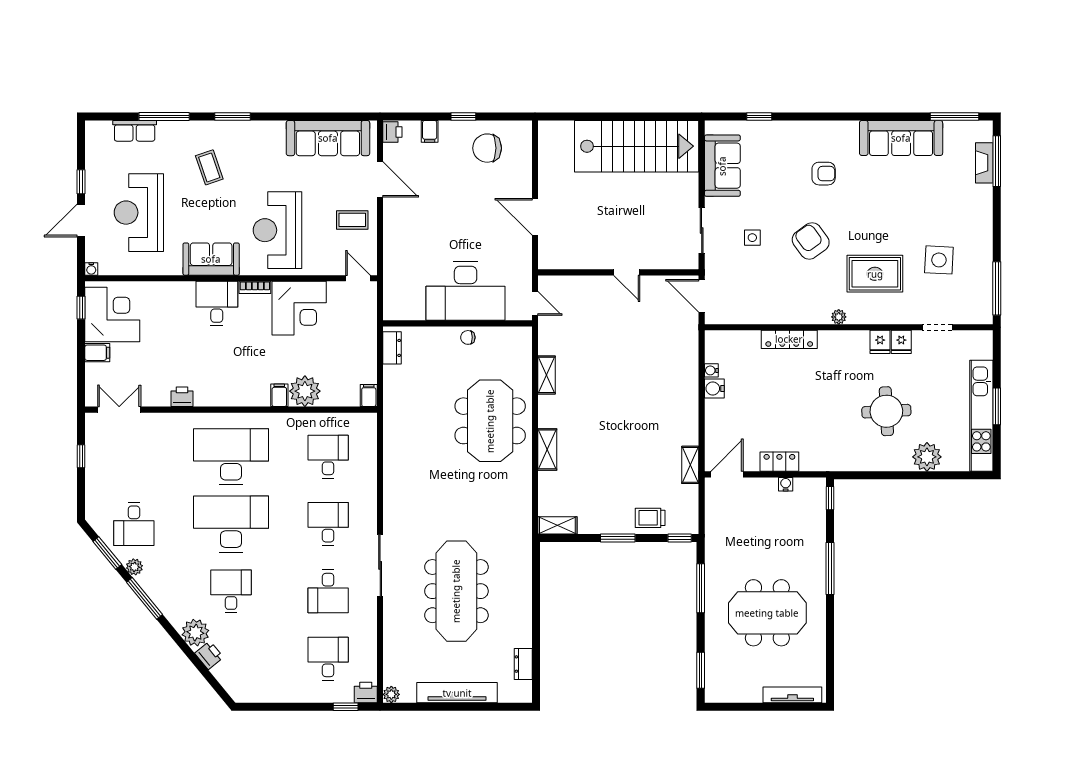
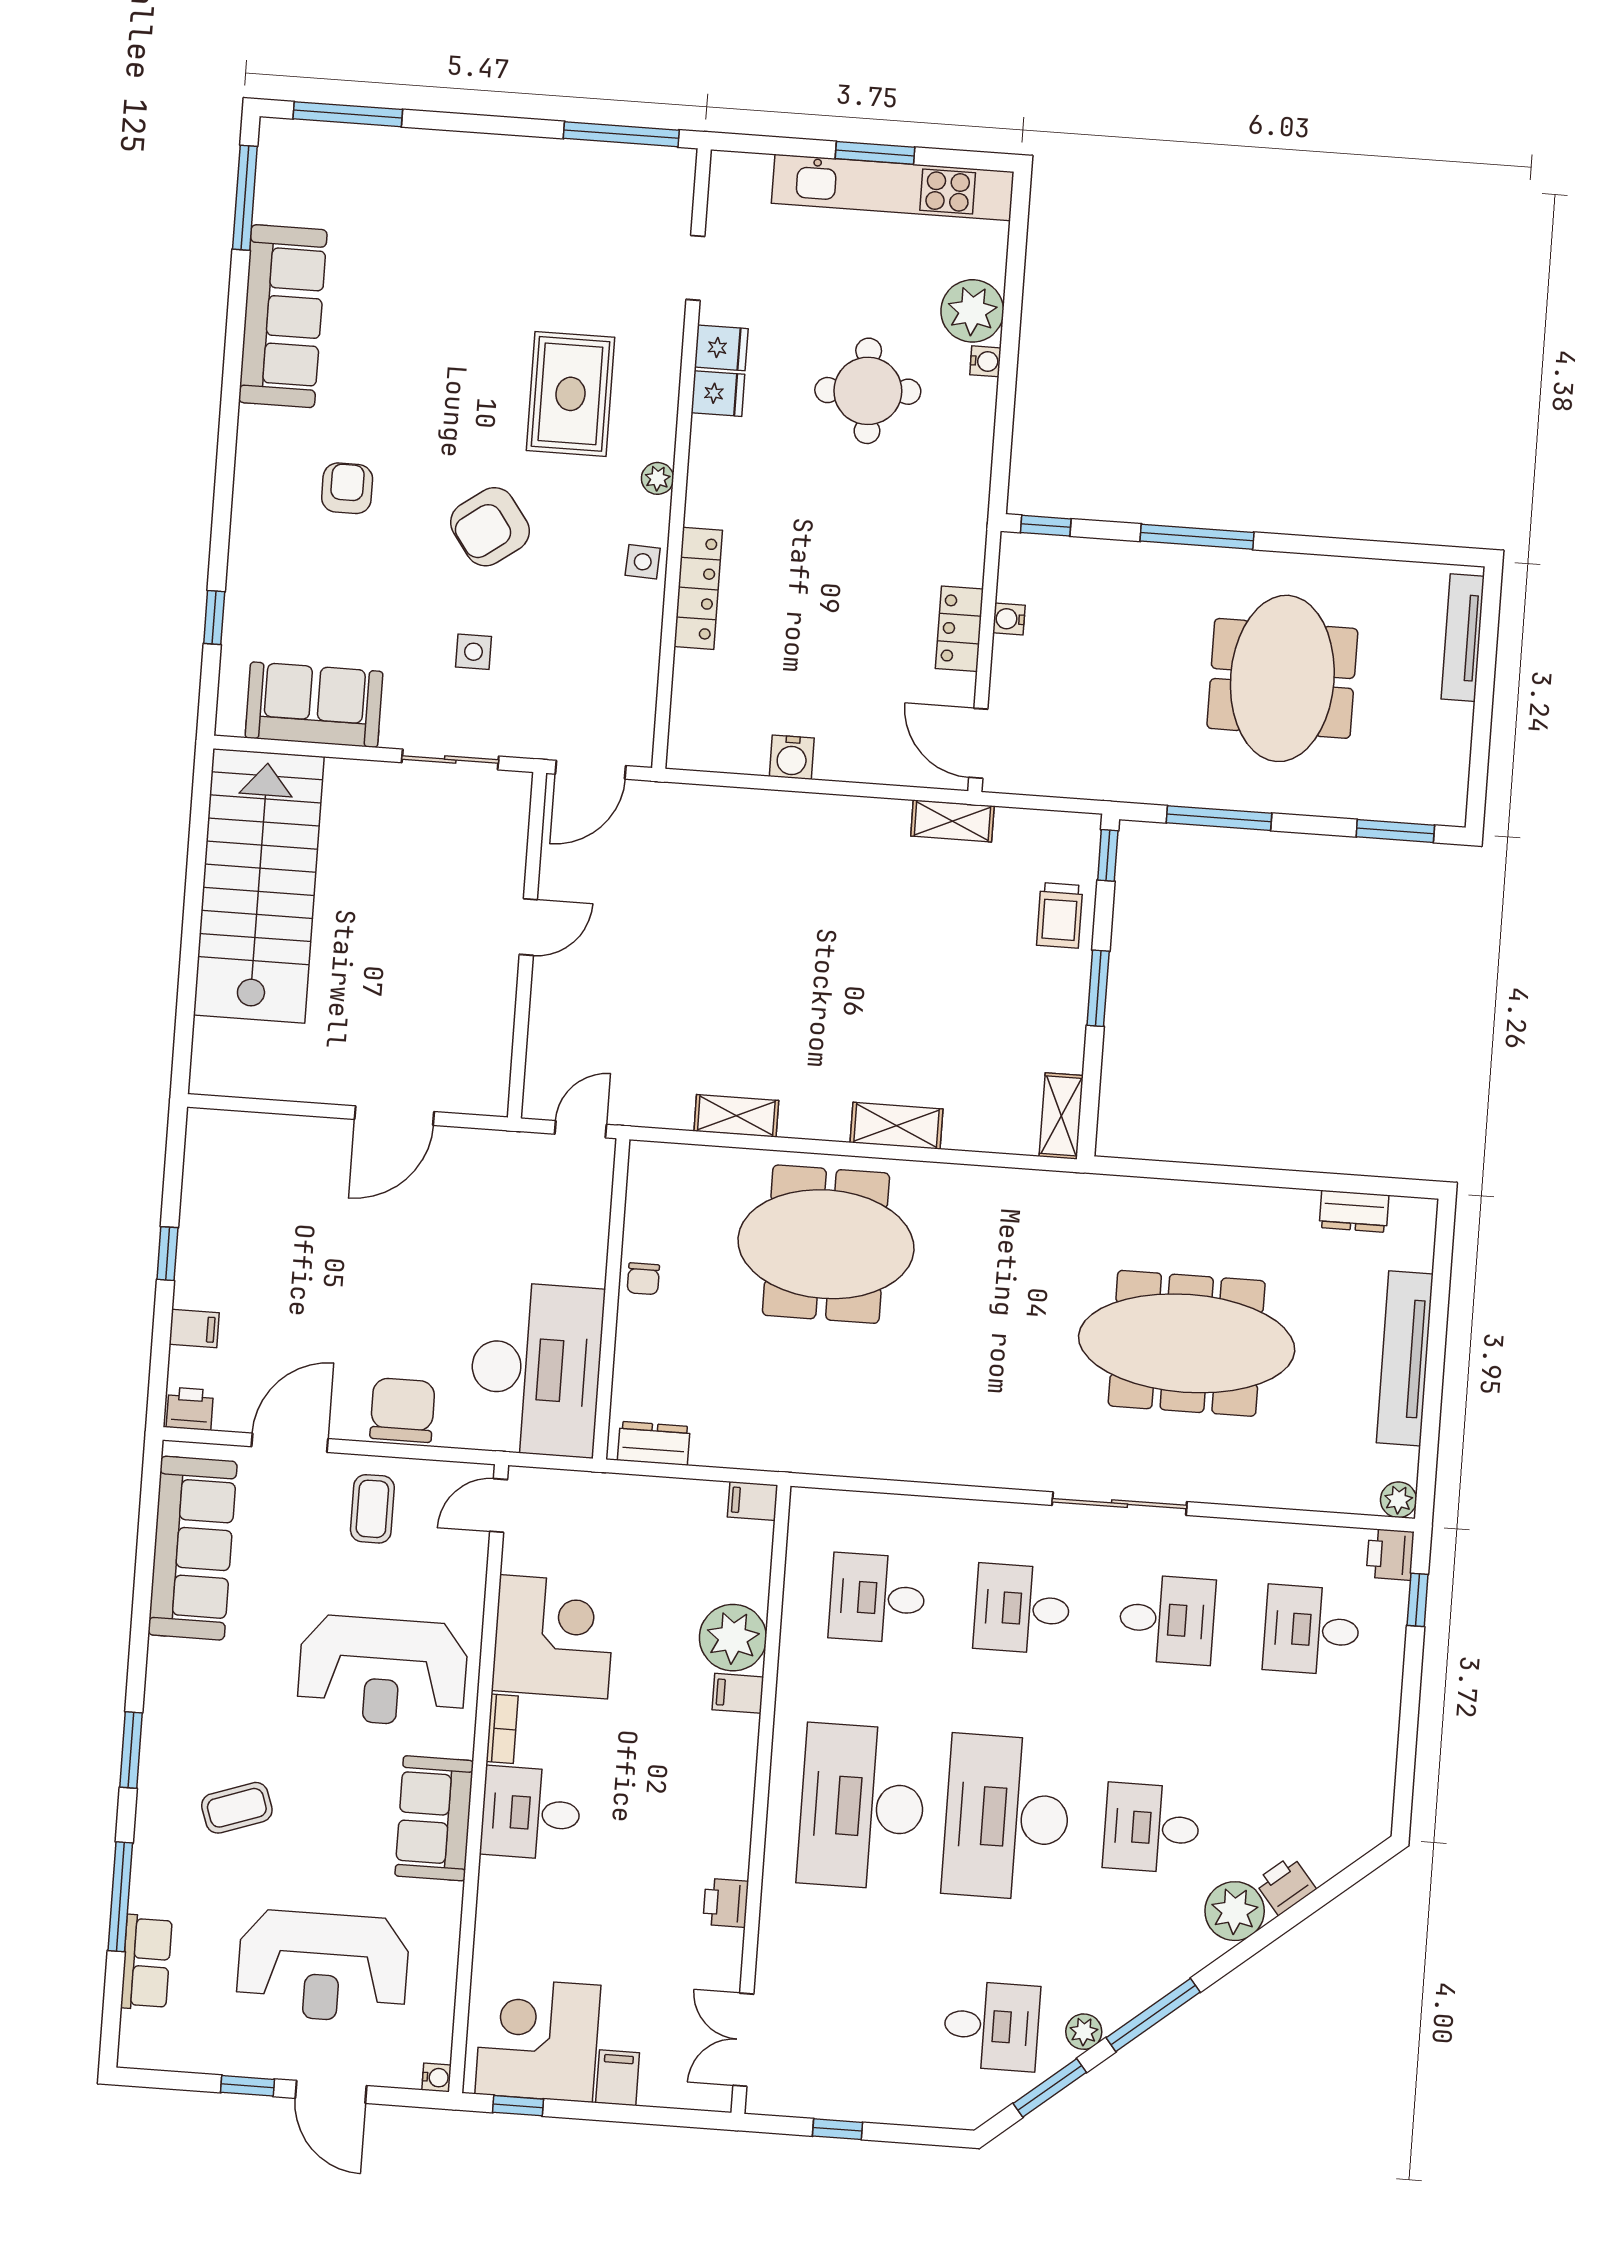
chair: (487, 148) -> (403, 1410), moved, turned 180
fireplace: (984, 163) -> (349, 141), removed
side table: (939, 260) -> (643, 562), moved, width x0.54, depth x0.54
desk: (466, 291) -> (536, 1369), moved
water cooler: (711, 370) -> (985, 361), moved, turned -90

